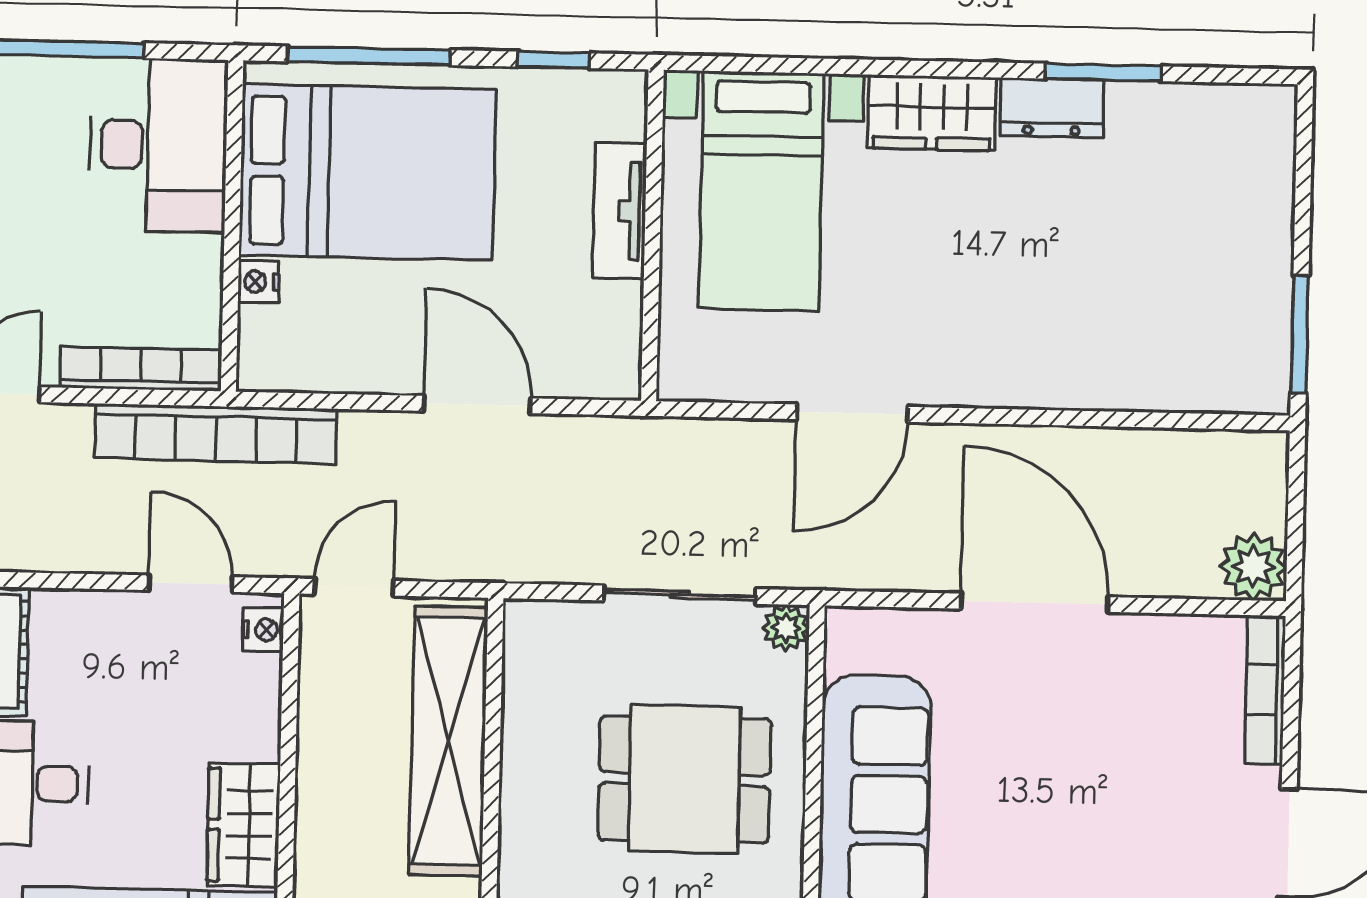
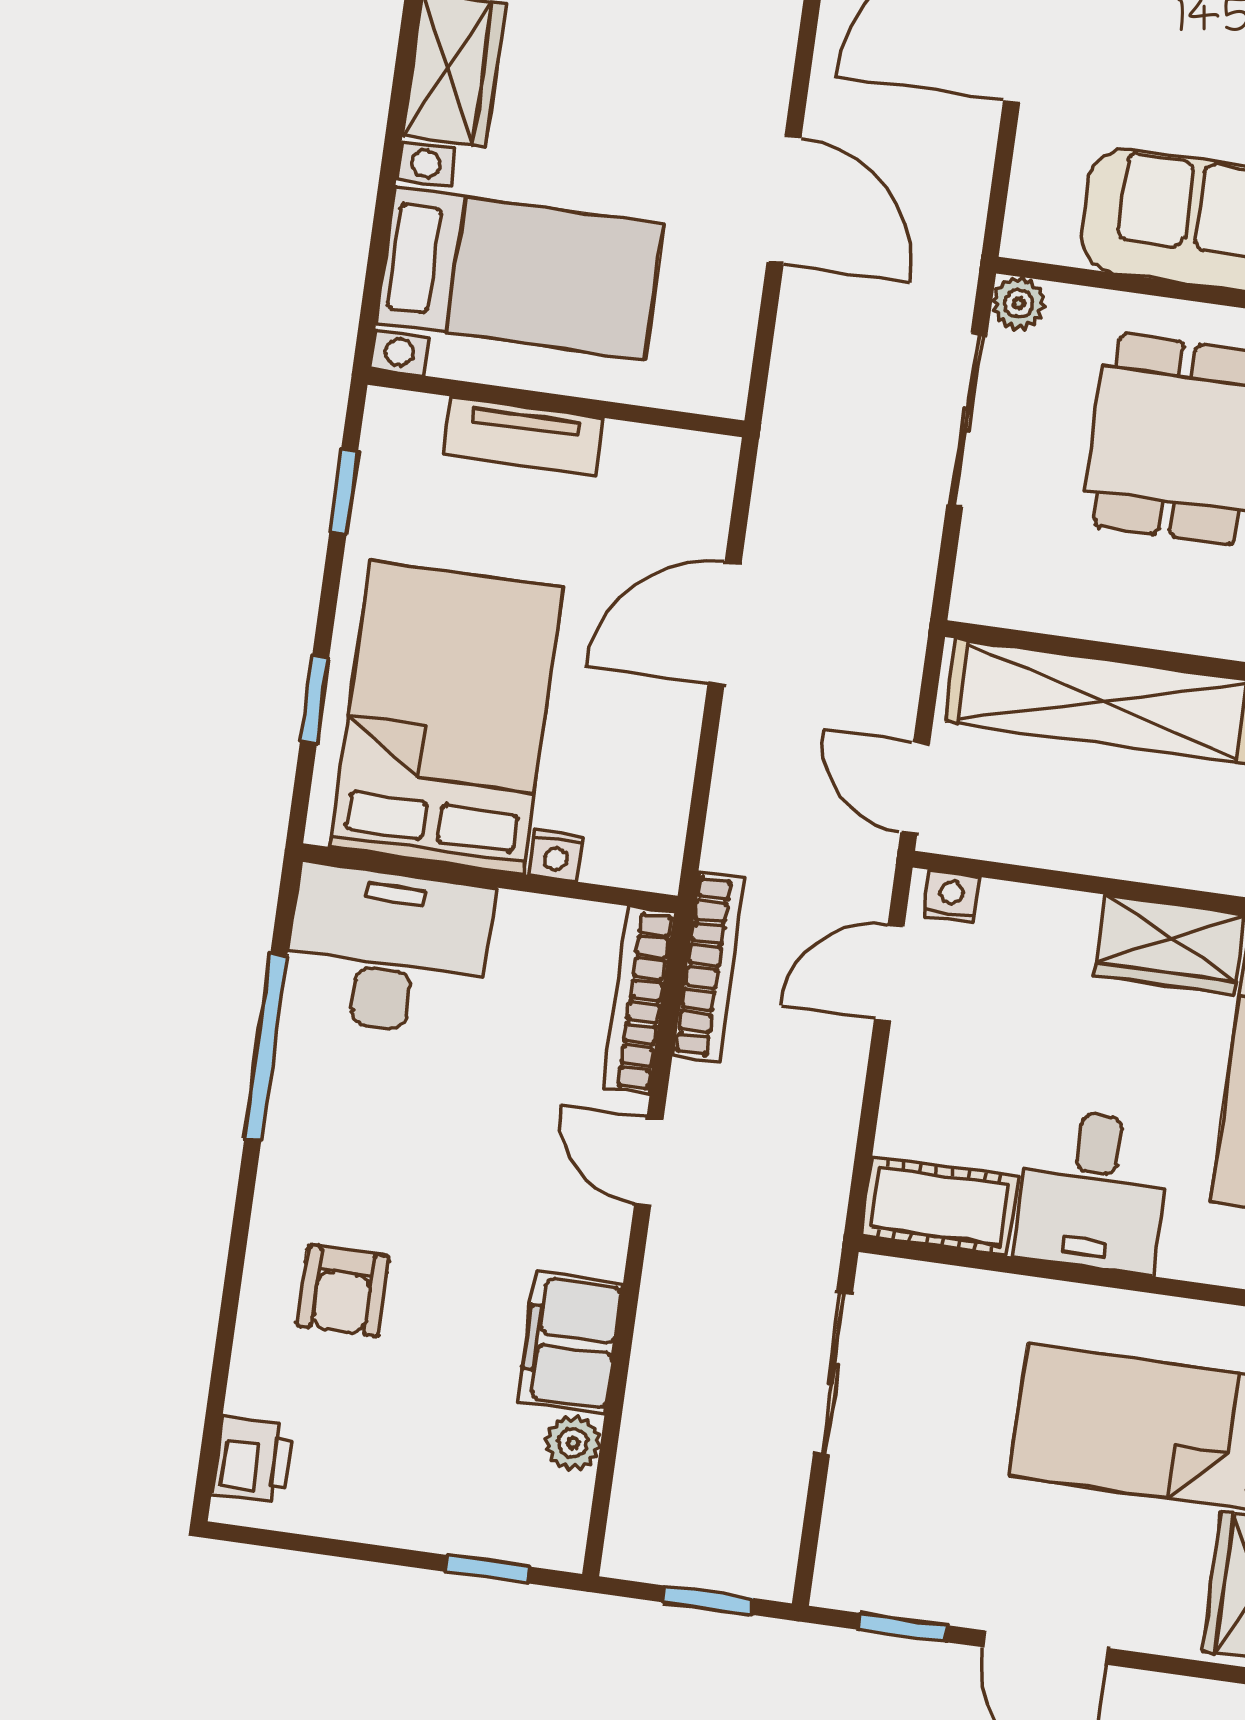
window: (369, 56) -> (315, 700), width x0.46
bookcase: (216, 434) -> (709, 967), width x0.68, depth x0.76

